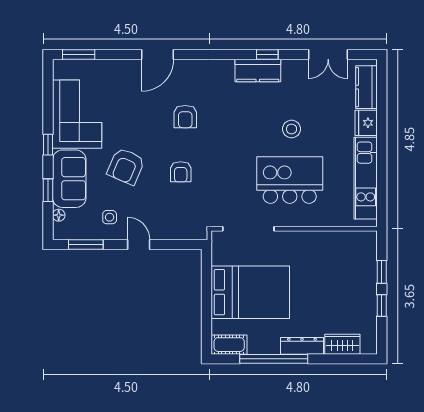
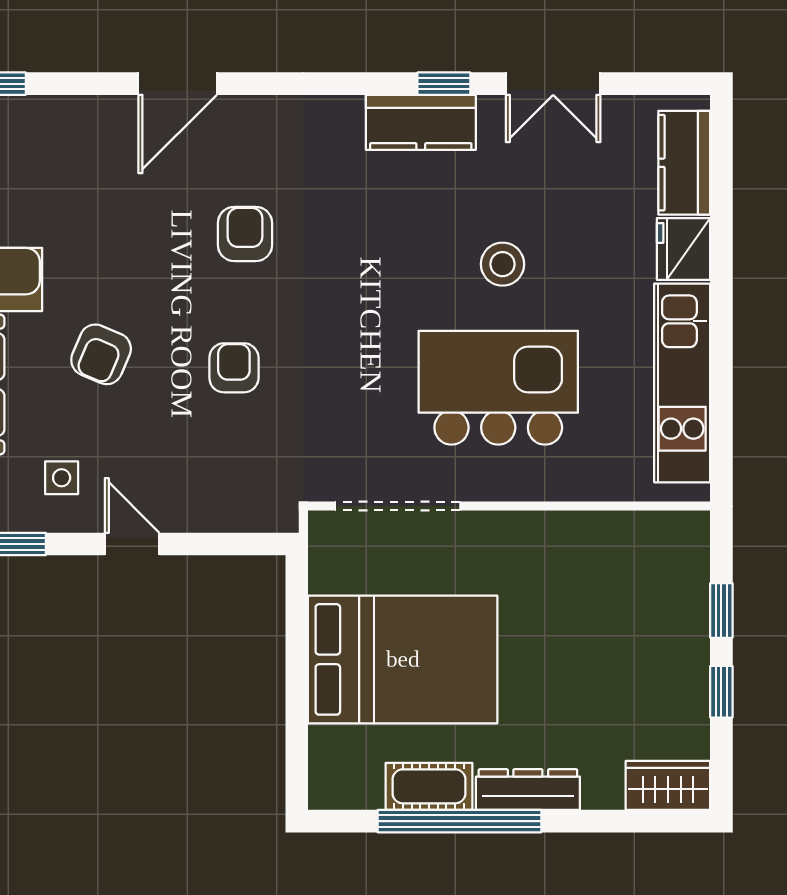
double door: (328, 54) -> (553, 84), moved
armchair: (185, 117) -> (245, 234), turned 180
armchair: (126, 166) -> (101, 354), width x0.72, depth x0.72
armchair: (181, 172) -> (234, 368), turned 180
wardrobe: (342, 344) -> (668, 785), moved
cot: (229, 345) -> (429, 786), moved

